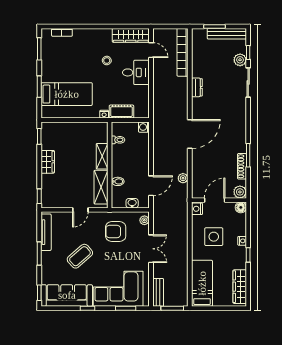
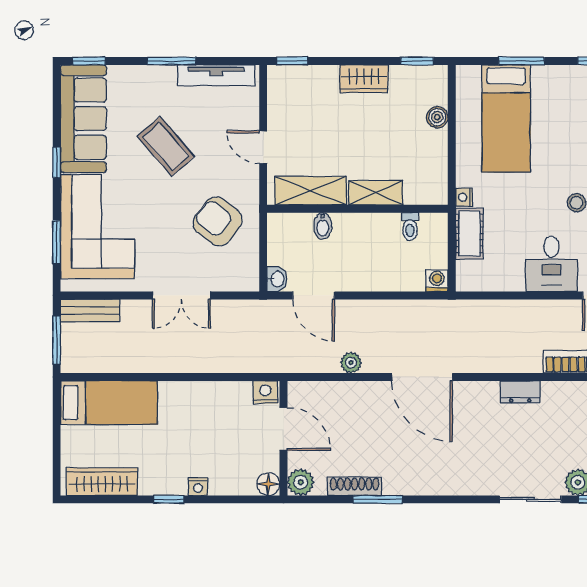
boiler: (66, 127) -> (437, 117), added
plant: (183, 178) -> (351, 363), moved
washbasin: (132, 203) -> (277, 279), moved
plant: (144, 220) -> (241, 282), removed
armchair: (116, 232) -> (218, 221), turned -53
side table: (214, 237) -> (207, 427), removed

